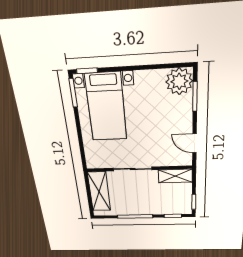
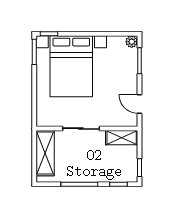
plant: (179, 81) -> (132, 42), width x0.53, depth x0.53
bed with nightstands: (106, 107) -> (71, 66), width x1.36

